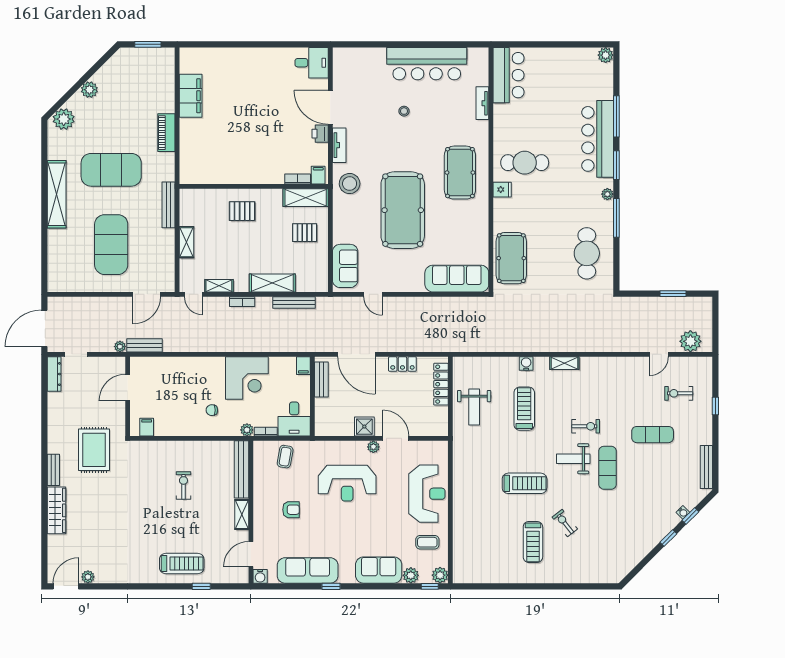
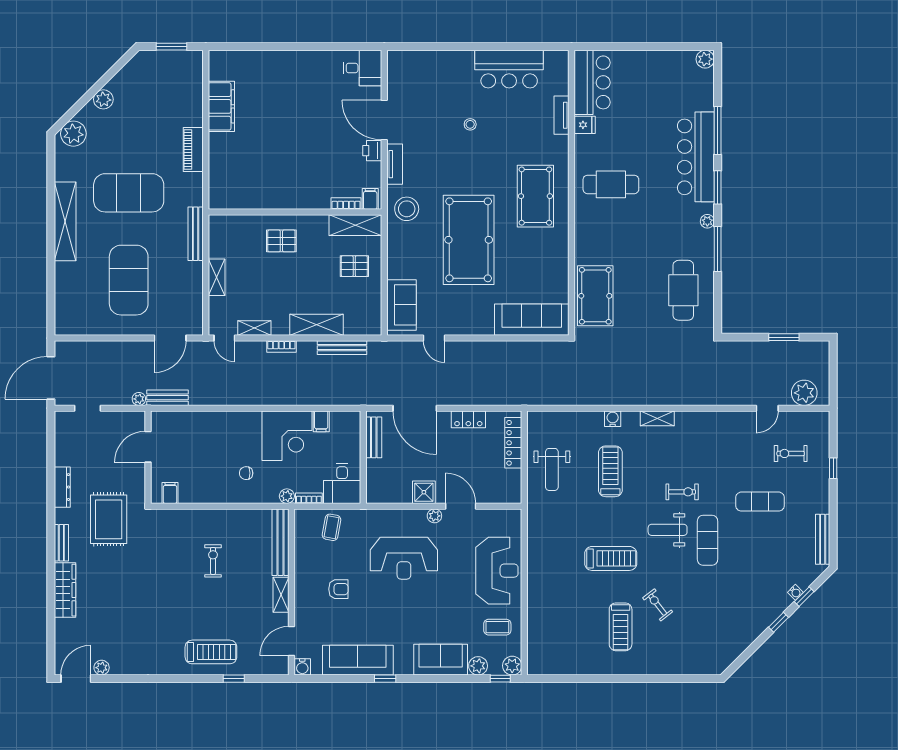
bar counter: (427, 64) -> (509, 69), width x0.73
fridge: (502, 190) -> (585, 125), moved
filing cabinet: (303, 366) -> (321, 421), moved
dresser: (54, 374) -> (62, 487), moved

